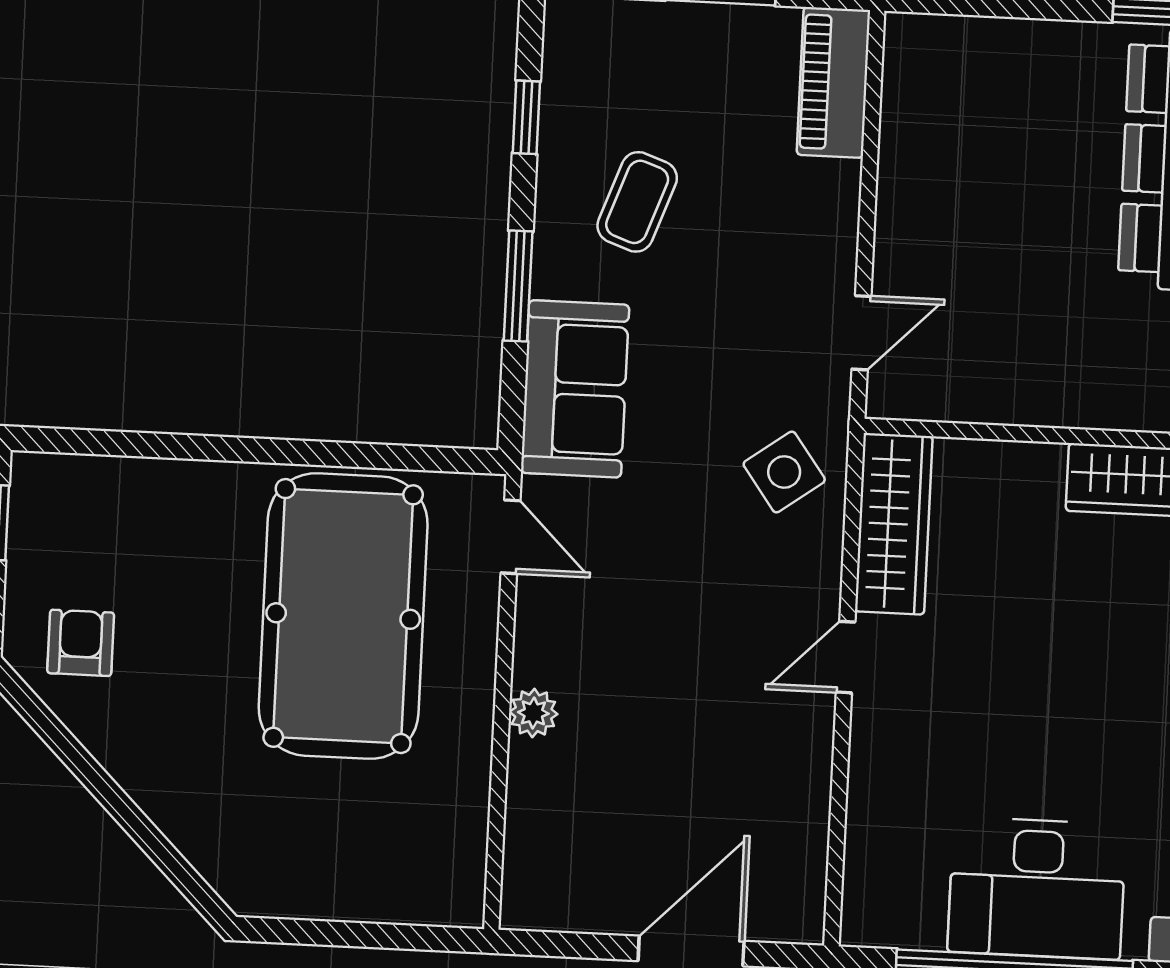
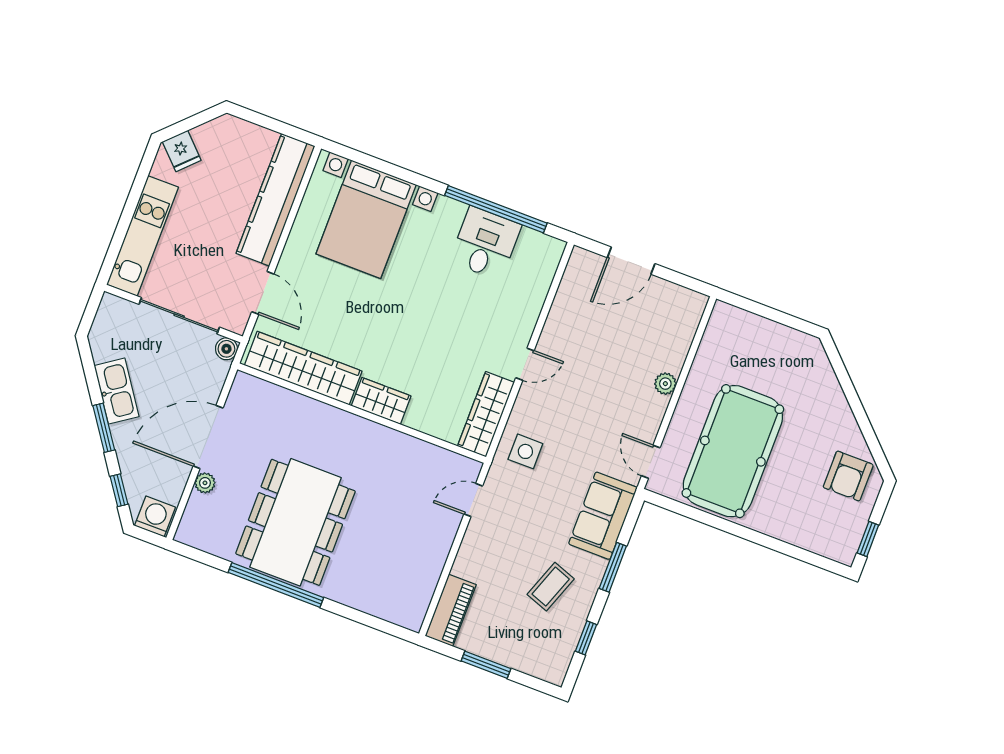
side table: (784, 472) -> (525, 451), turned 36
armchair: (81, 643) -> (848, 476), width x1.38, depth x1.38
desk: (1037, 888) -> (485, 243), width x0.73

